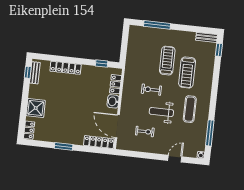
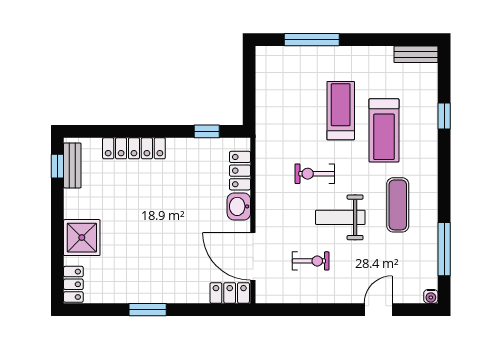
window: (219, 50) -> (444, 116), moved
locker: (99, 142) -> (230, 293), width x0.66

